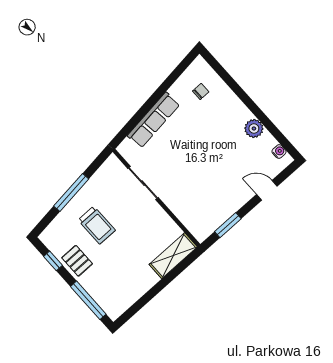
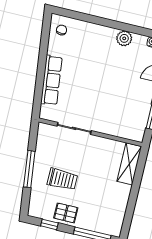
chair: (201, 91) -> (62, 30), moved

